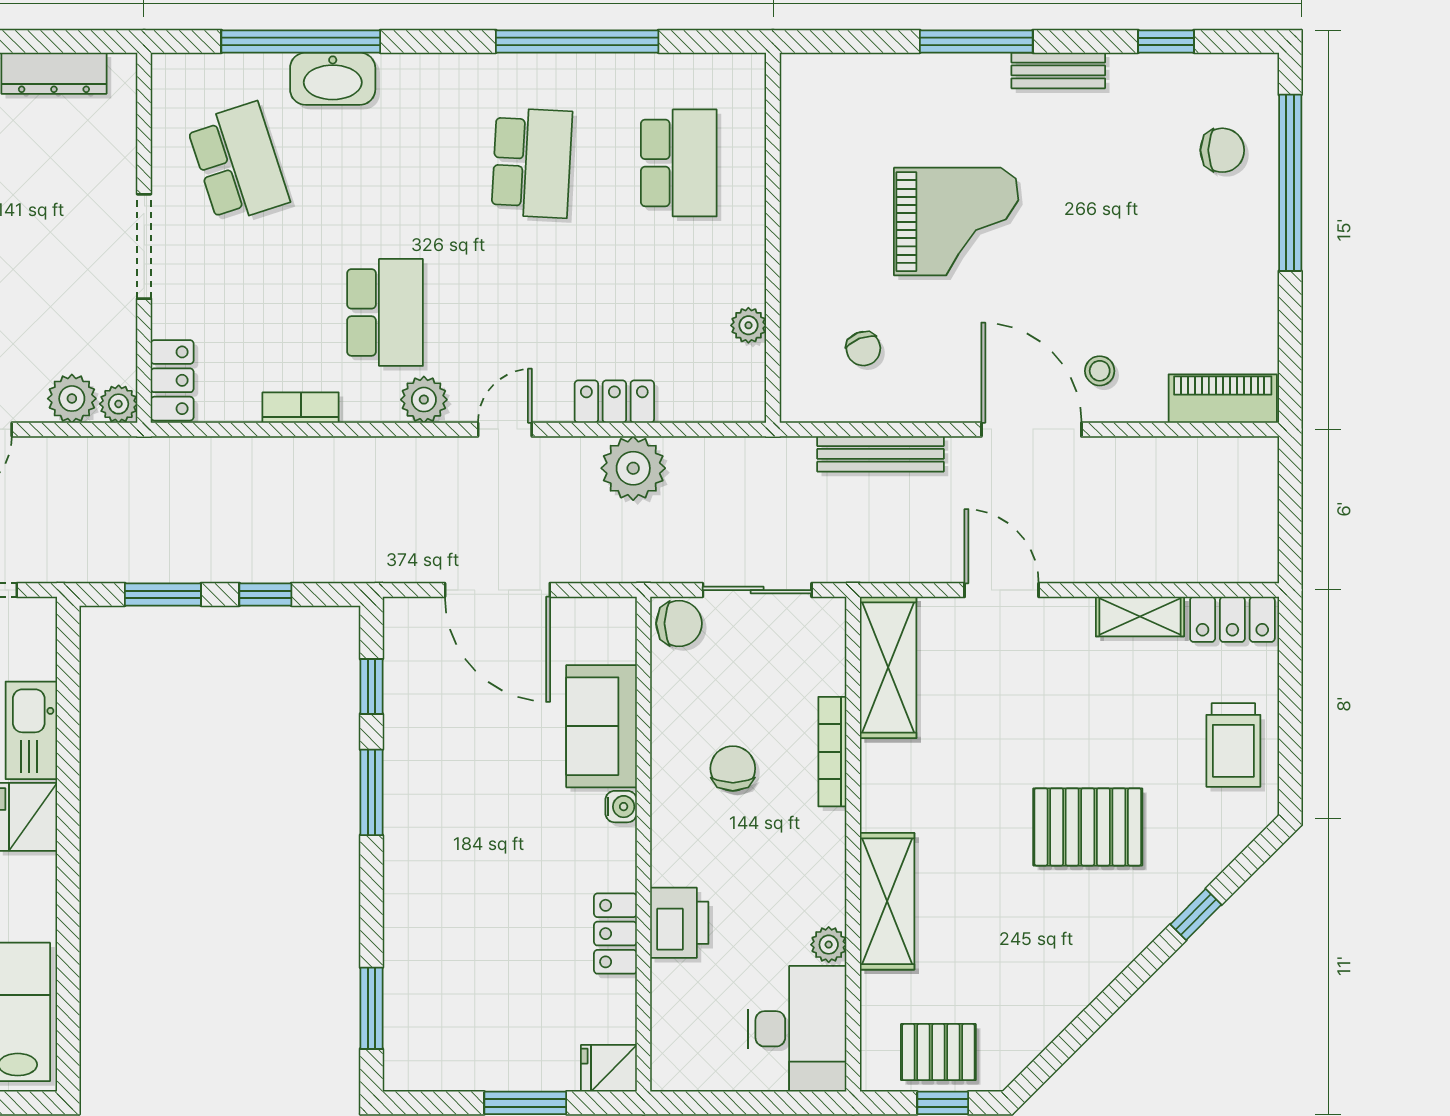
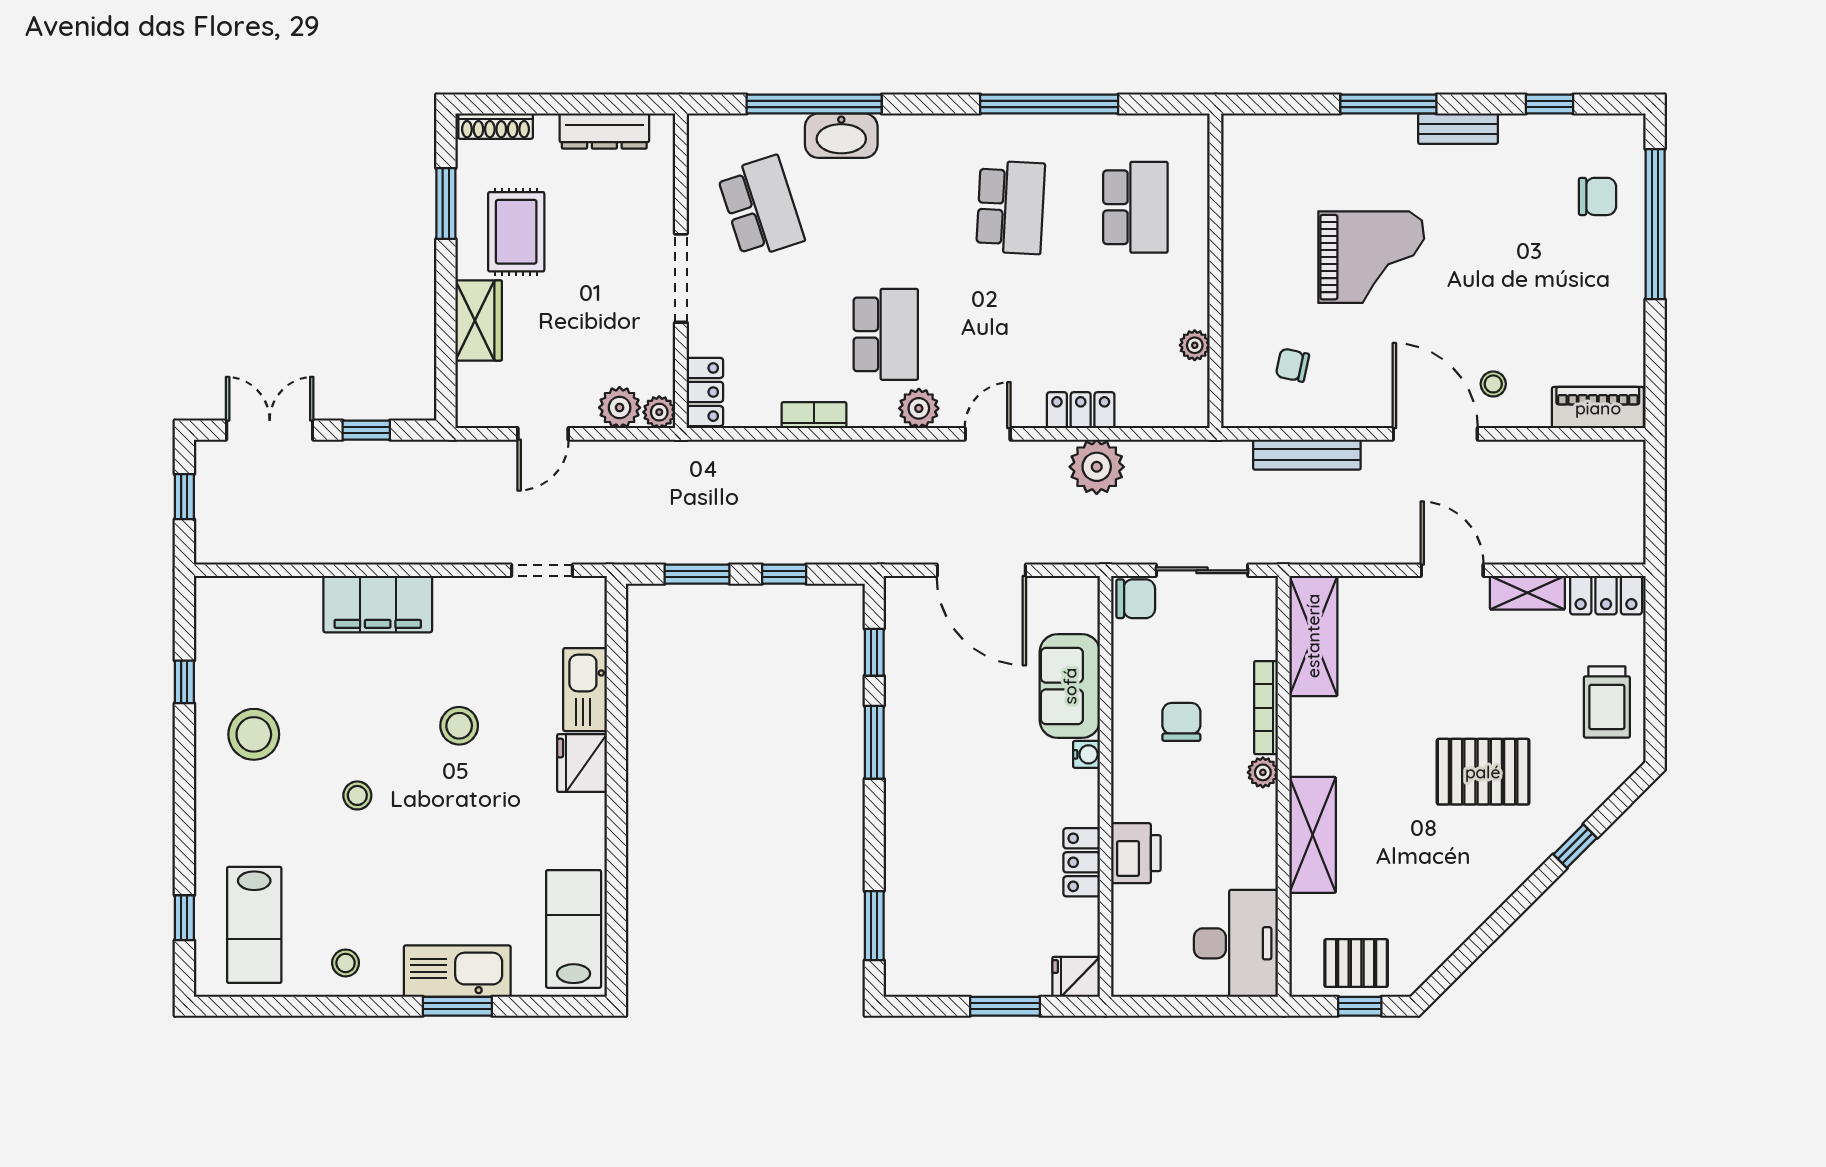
chair: (863, 349) -> (1292, 365), turned 123
door: (1002, 590) -> (1452, 570), moved
plant: (829, 945) -> (1263, 772), moved

